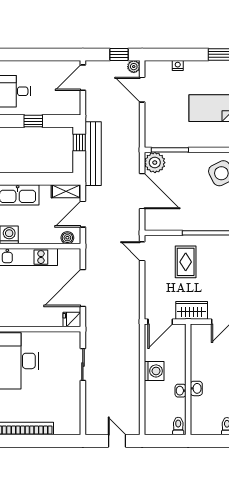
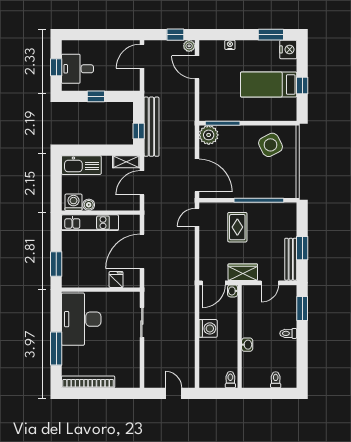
window: (79, 142) -> (139, 131), moved
door: (142, 191) -> (197, 175), moved
boiler: (67, 238) -> (89, 205), moved
door: (142, 251) -> (197, 217), hinge flipped
fridge: (72, 320) -> (116, 279), moved, turned 90
washbasin: (181, 391) -> (233, 291), moved

